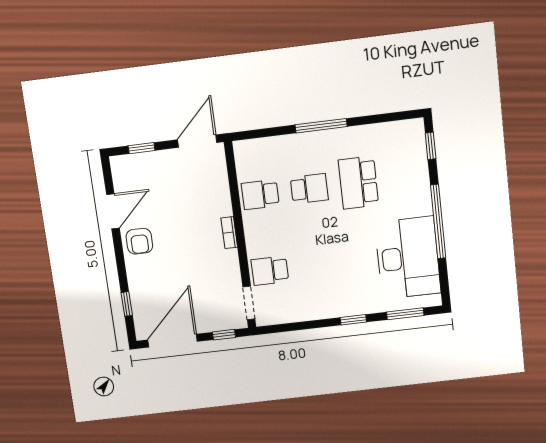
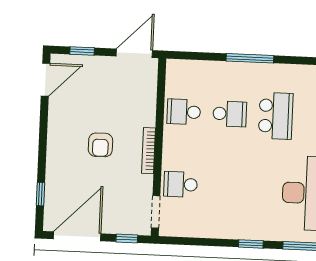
school desk: (358, 183) -> (276, 116), turned 180
door: (113, 211) -> (45, 80), moved
bookcase: (229, 233) -> (149, 151), width x1.56
armchair: (139, 241) -> (100, 145), moved

